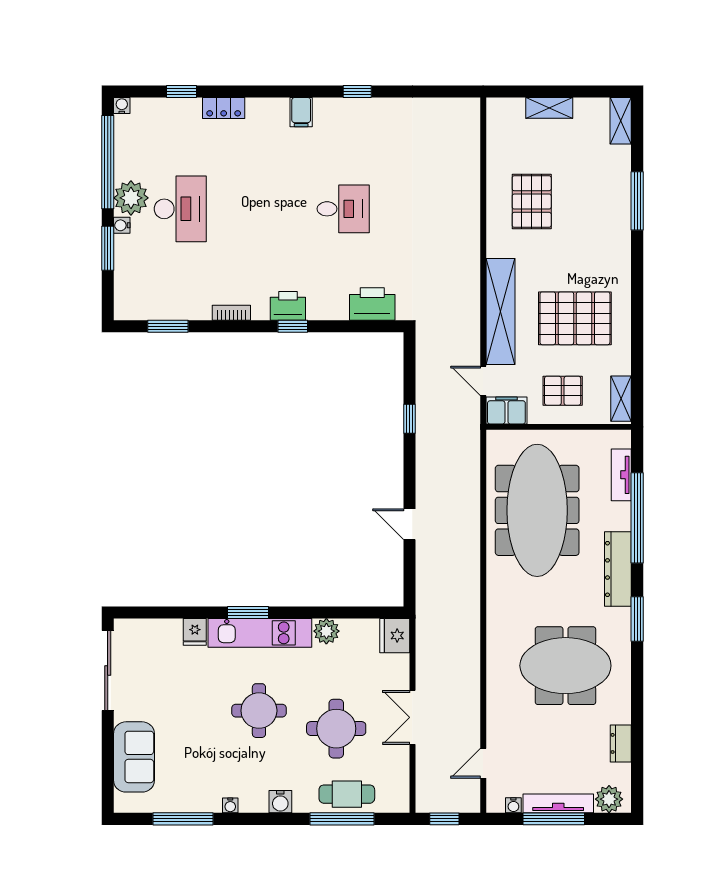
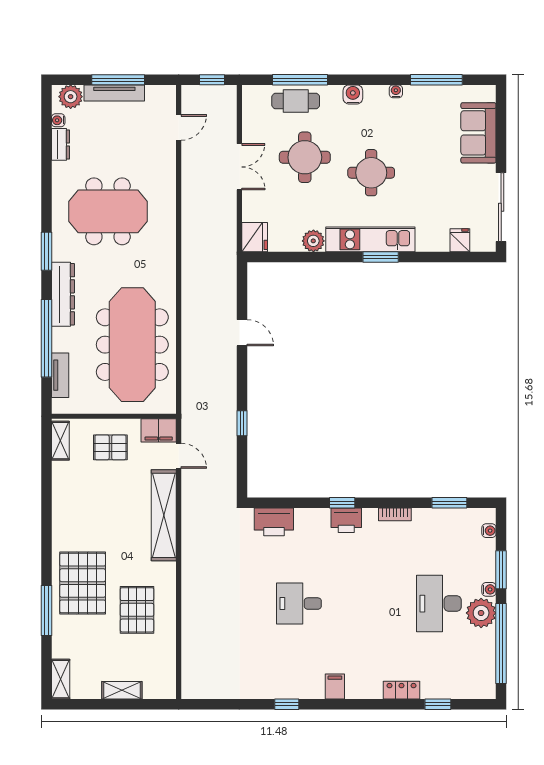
water cooler: (122, 106) -> (489, 531), moved, turned -90
pallet: (575, 318) -> (83, 583), moved, turned 90
fridge: (195, 632) -> (460, 240), moved
water cooler: (513, 805) -> (58, 120), moved, turned -90

